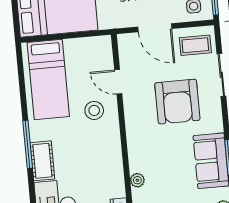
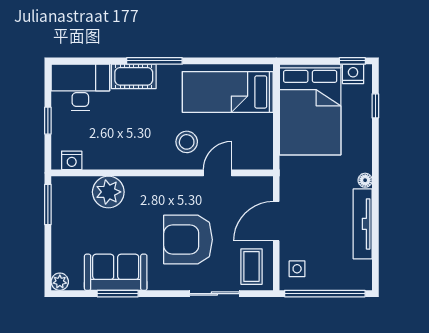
plant: (137, 180) -> (108, 192), width x1.88, depth x1.88

